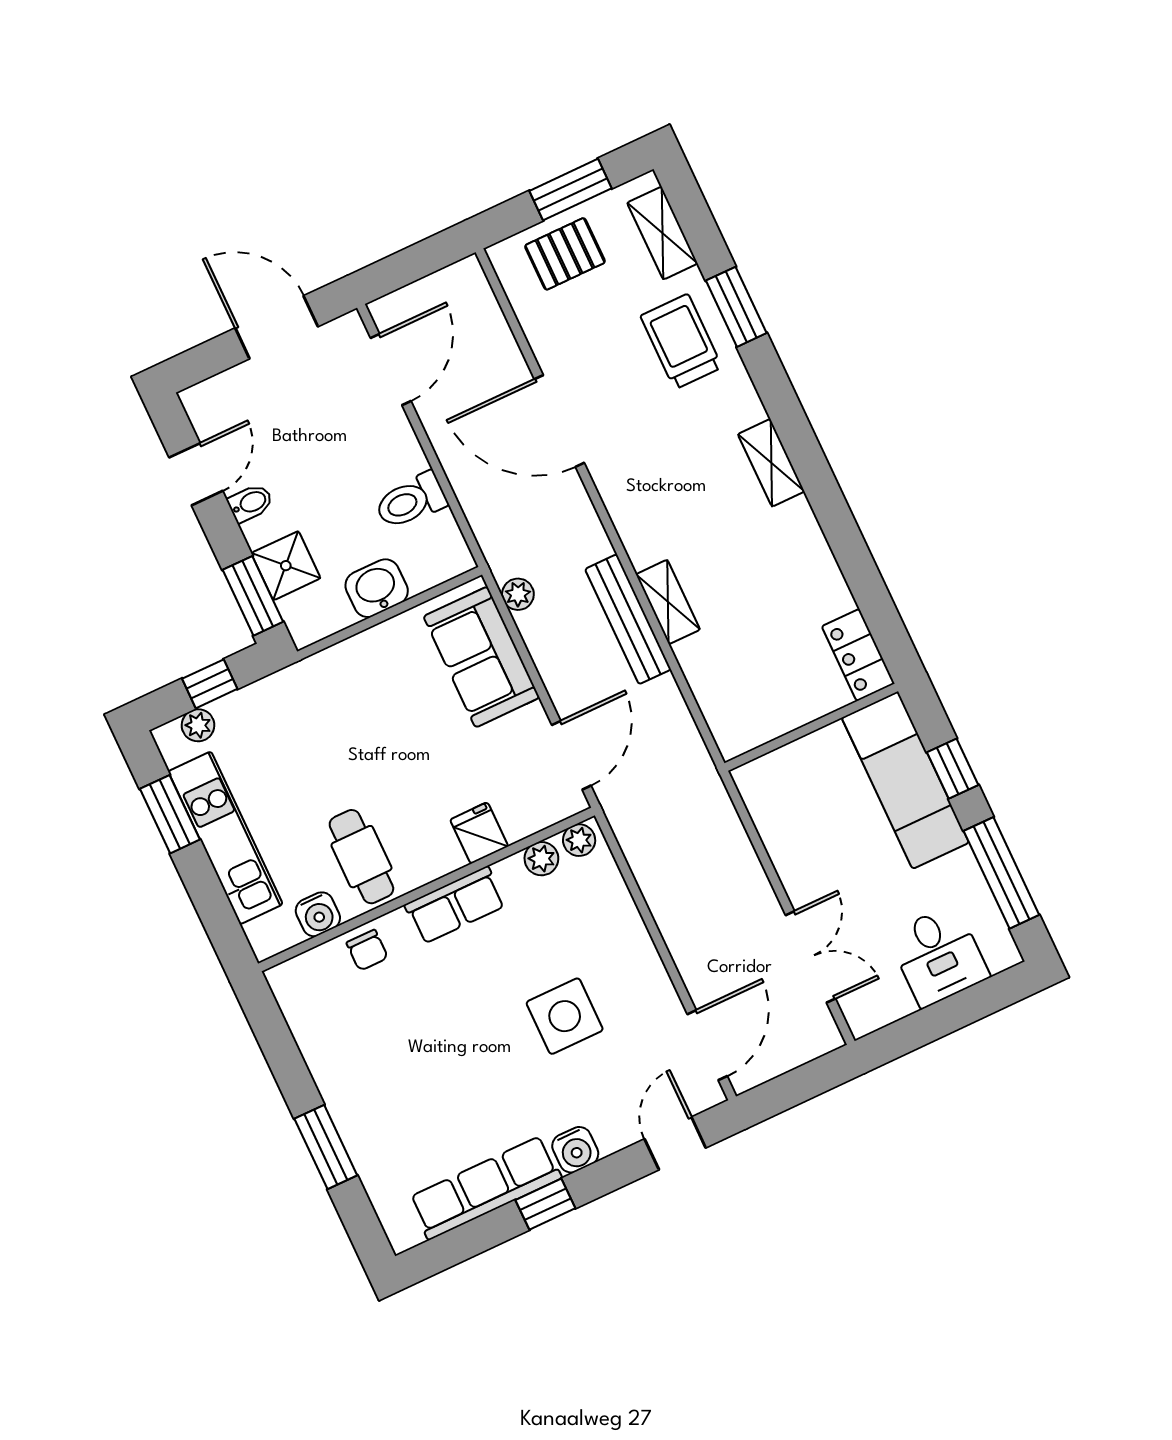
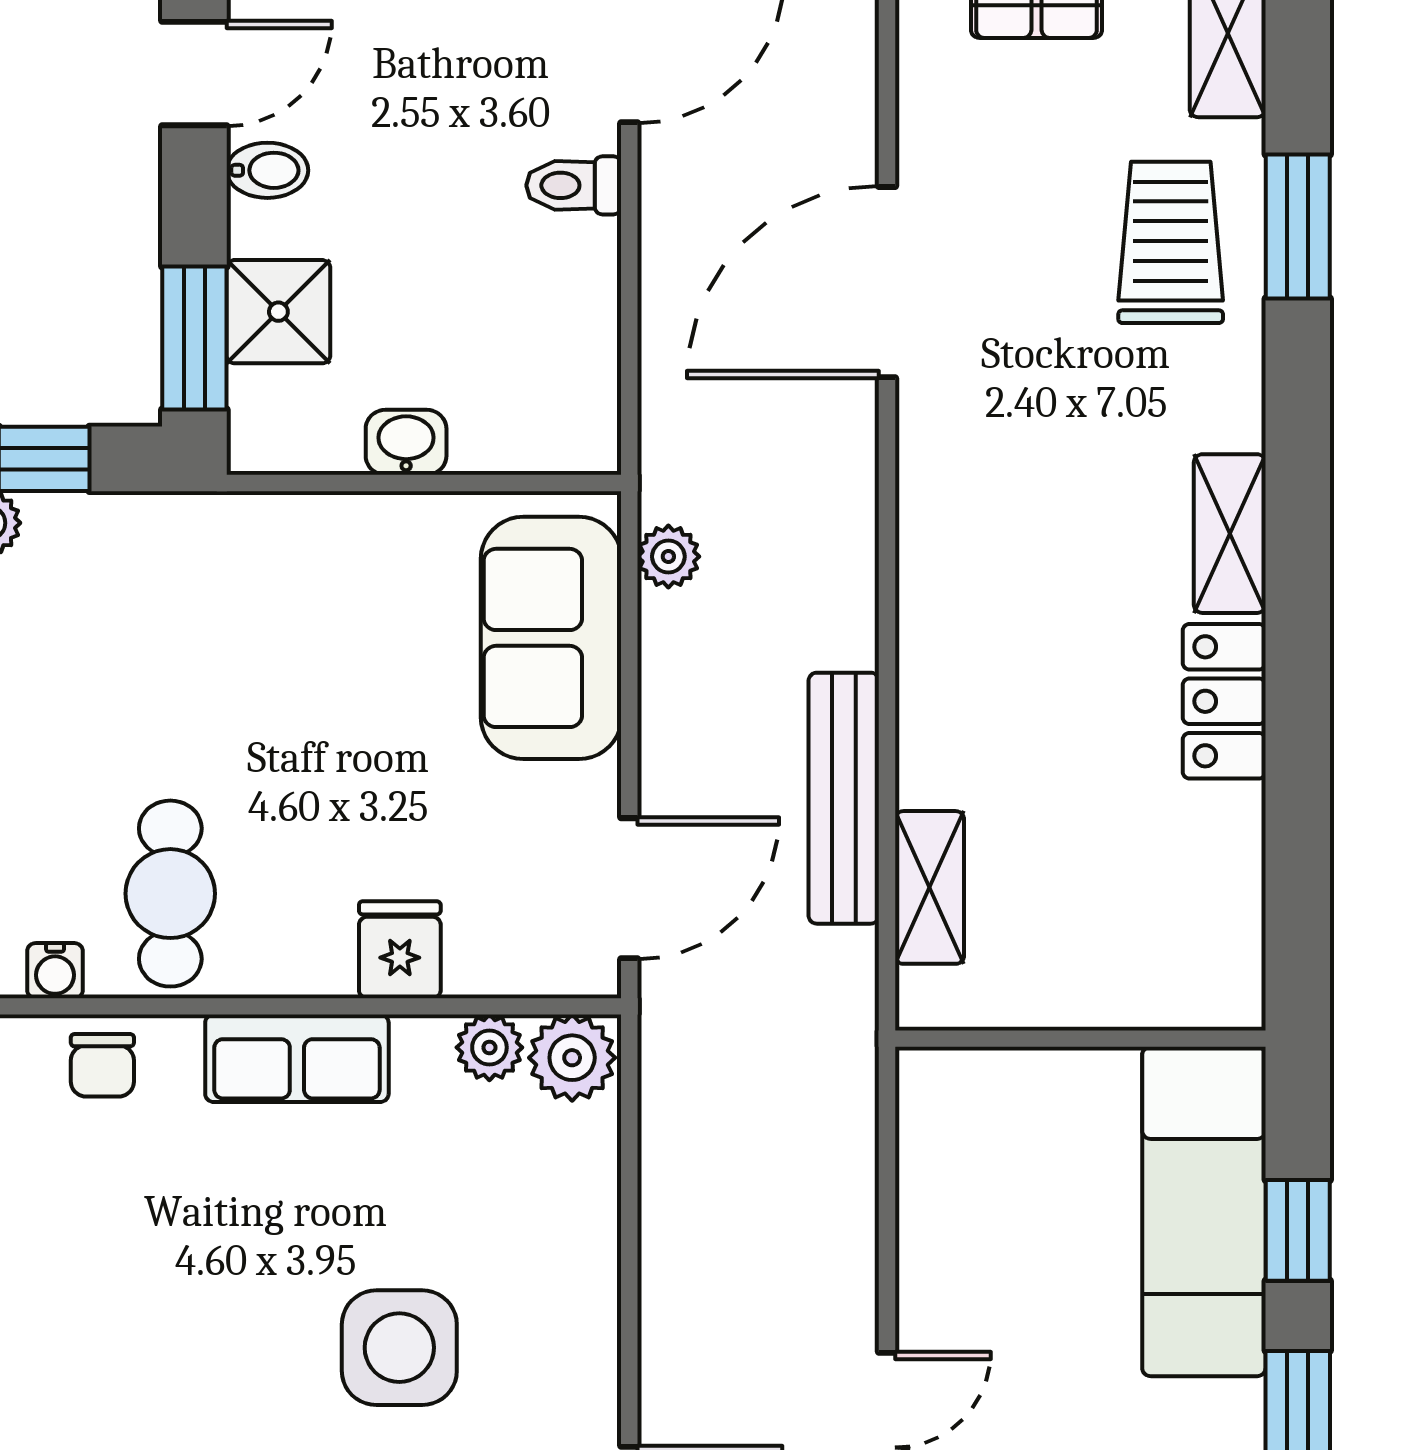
door: (559, 421) -> (887, 282), hinge flipped
toilet: (411, 501) -> (574, 185), moved, width x0.73, depth x0.72
washbasin: (377, 588) -> (406, 442), width x0.72, depth x0.69
shelving: (668, 602) -> (929, 887), moved
bench: (628, 619) -> (844, 798), moved
locker: (858, 655) -> (1224, 701), moved
plant: (579, 840) -> (572, 1058), width x1.38, depth x1.38
water cooler: (318, 914) -> (55, 971), width x0.72, depth x0.72

